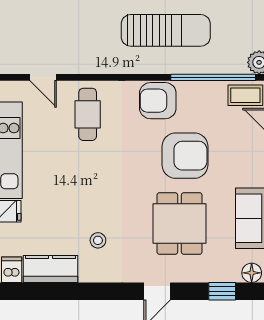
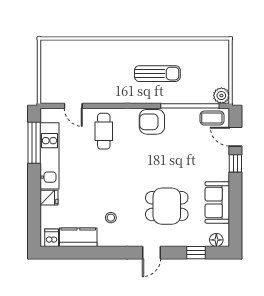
sun lounger: (166, 30) -> (157, 74), width x0.73, depth x0.75
armchair: (185, 156) -> (171, 160), removed
dining table: (179, 223) -> (167, 206), turned 90

